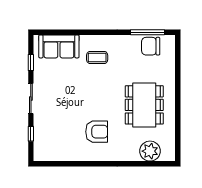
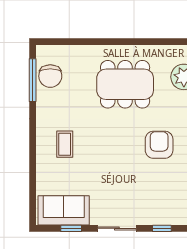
sofa: (59, 46) -> (64, 210), moved, turned -90

